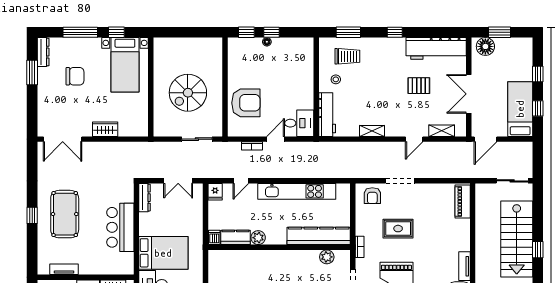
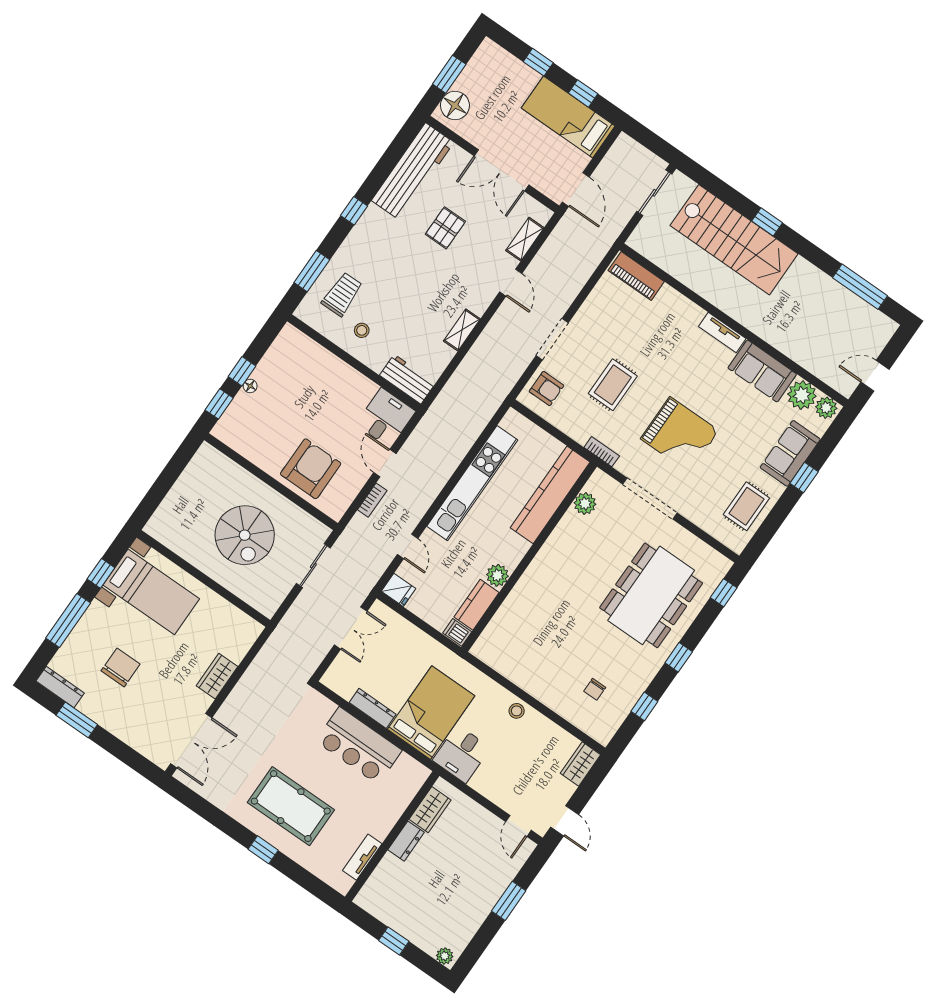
workbench: (327, 115) -> (408, 379), width x0.73
dresser: (145, 198) -> (373, 708), moved

